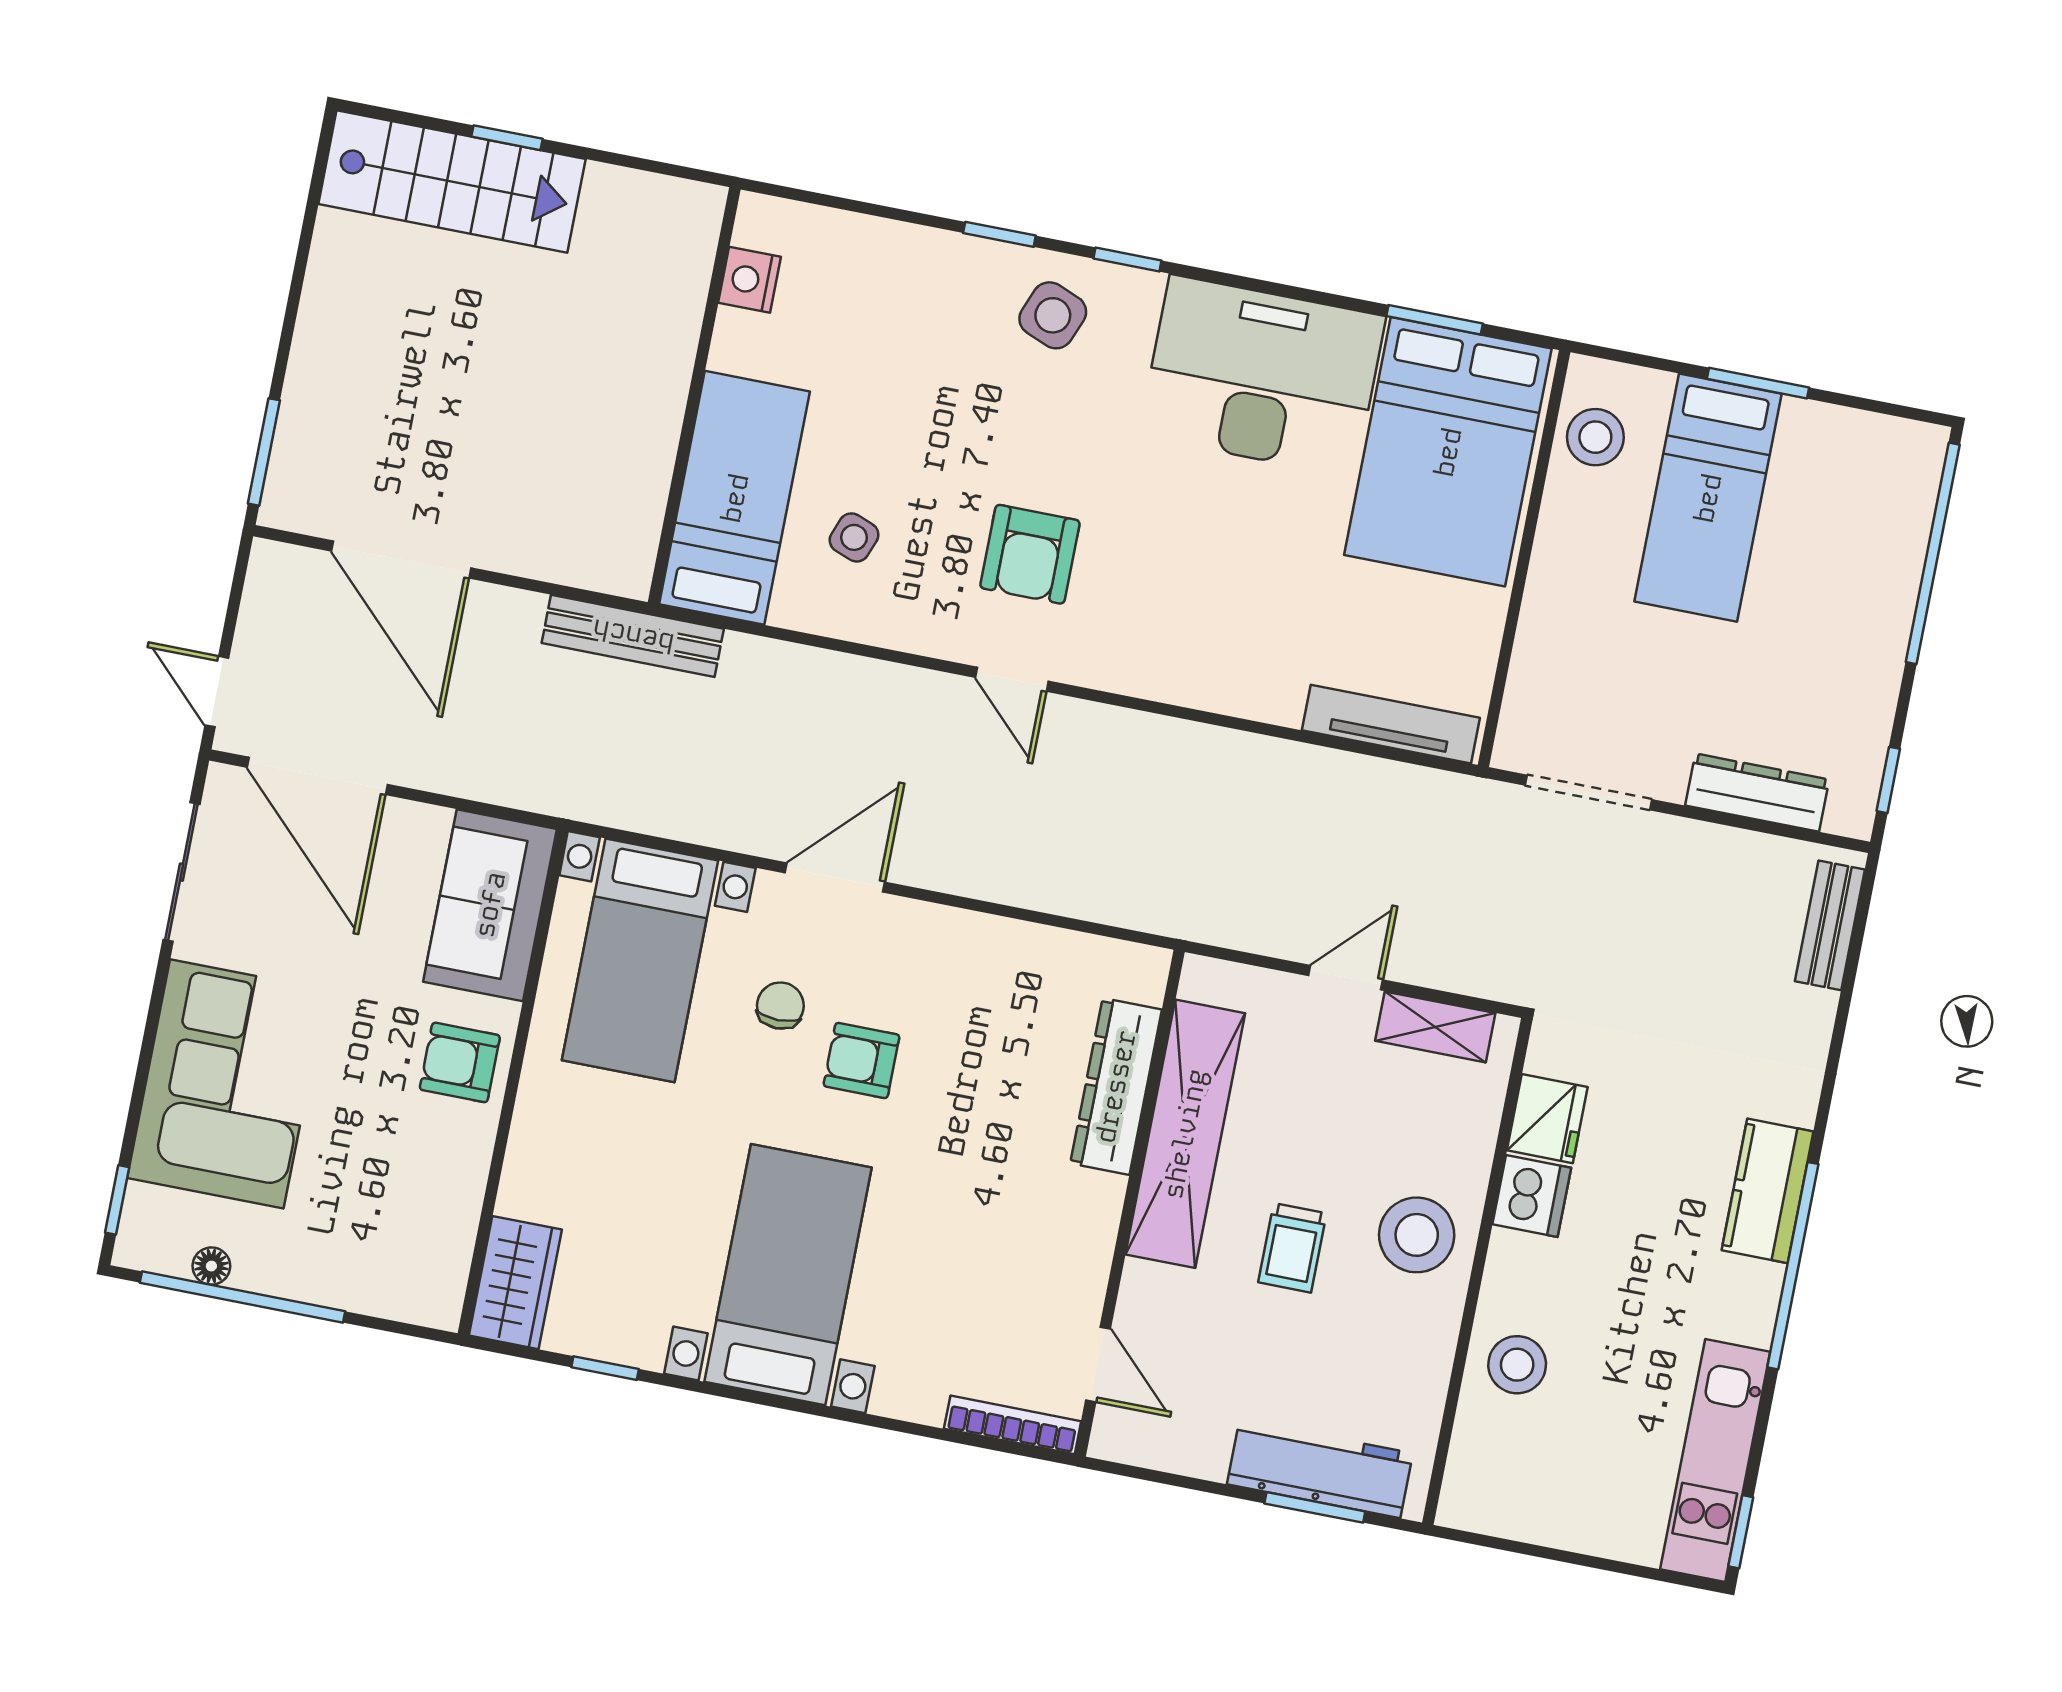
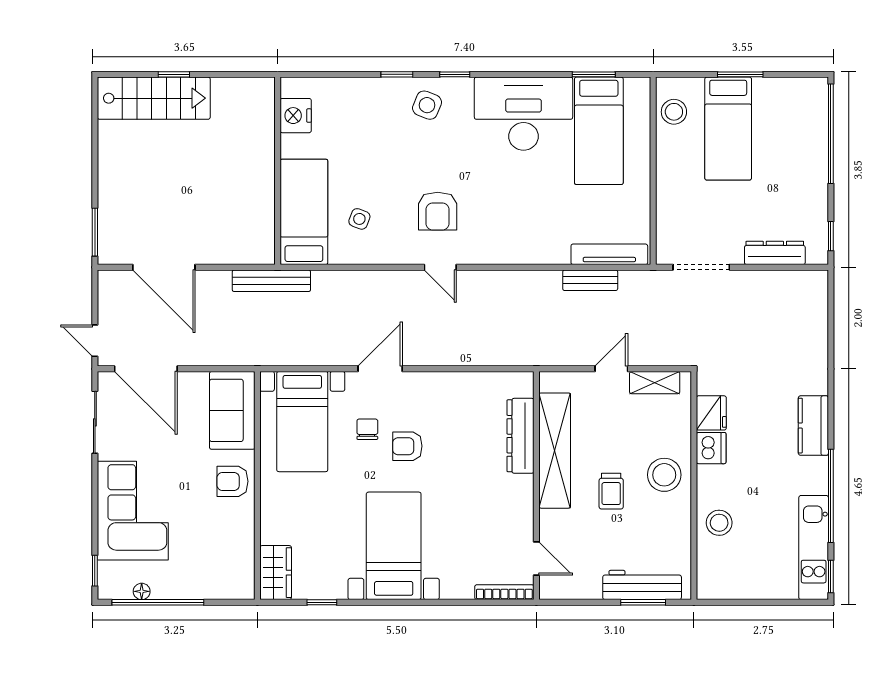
nightstand: (750, 280) -> (296, 116), width x1.36, depth x1.33
bed: (1448, 452) -> (599, 131), width x0.67
bench: (1830, 925) -> (590, 280), moved, turned 90
window: (1793, 1266) -> (831, 496), moved

